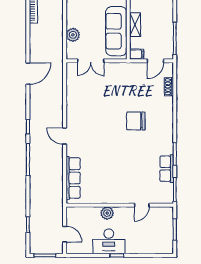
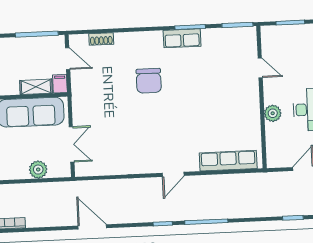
shelving: (135, 25) -> (36, 87), moved
row of seats: (167, 169) -> (182, 38), moved

